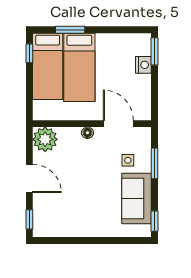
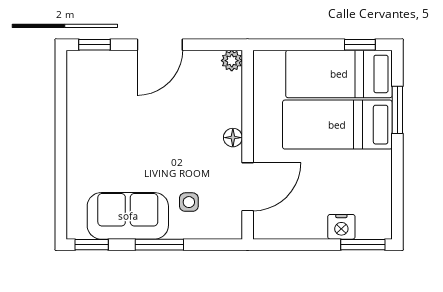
plant: (45, 139) -> (232, 61), width x0.53, depth x0.53
window: (154, 163) -> (159, 245), moved

